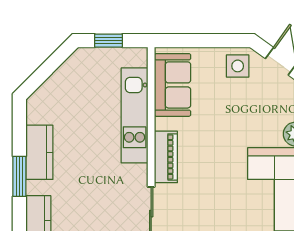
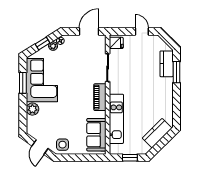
kitchen counter: (39, 152) -> (157, 133), moved, turned 45
window: (19, 176) -> (176, 72), moved

